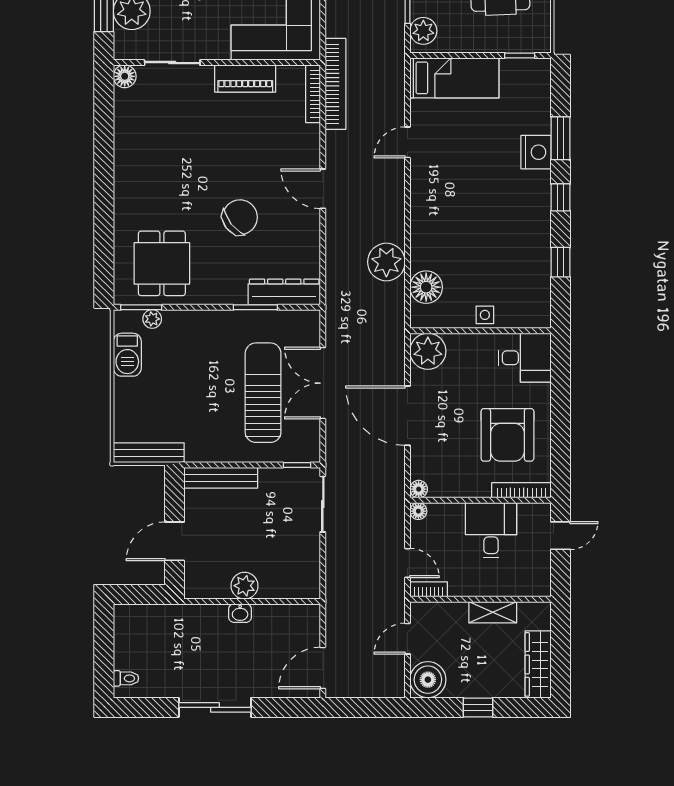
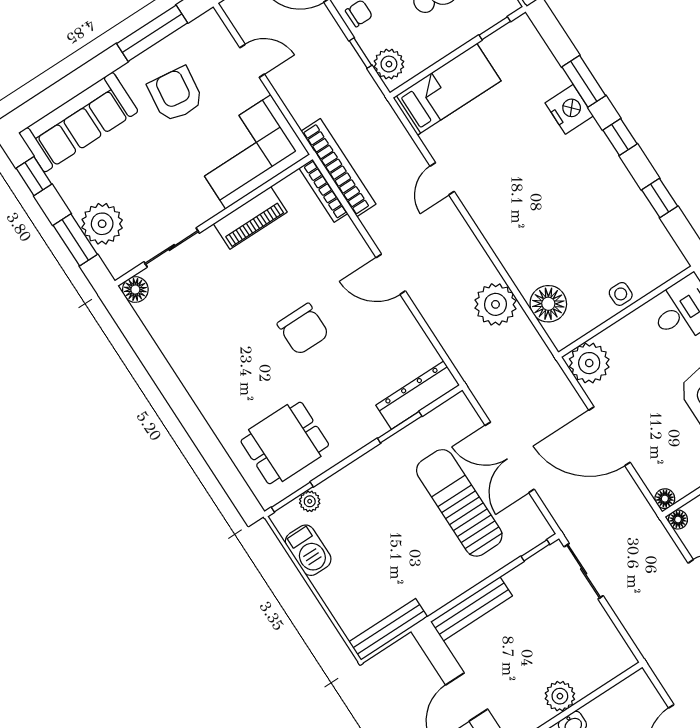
chair: (240, 217) -> (303, 329), moved, turned 128
dining table: (162, 263) -> (285, 443), turned 90

